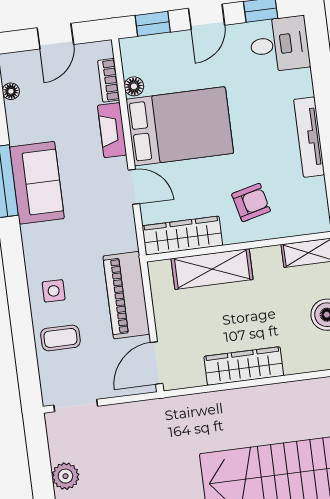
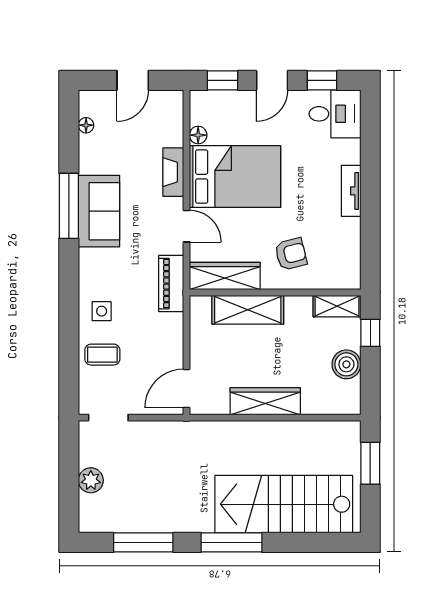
bookcase: (109, 80) -> (176, 127), removed
tv unit: (309, 137) -> (351, 191), width x0.71
piano: (126, 295) -> (171, 284), moved, width x0.73, depth x0.75

